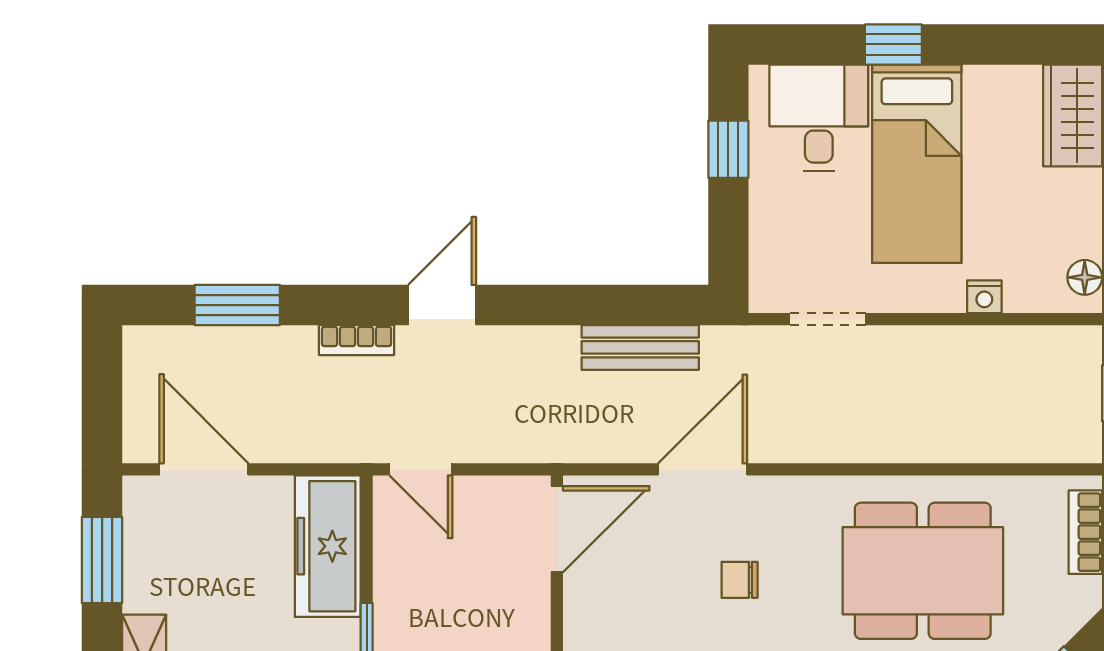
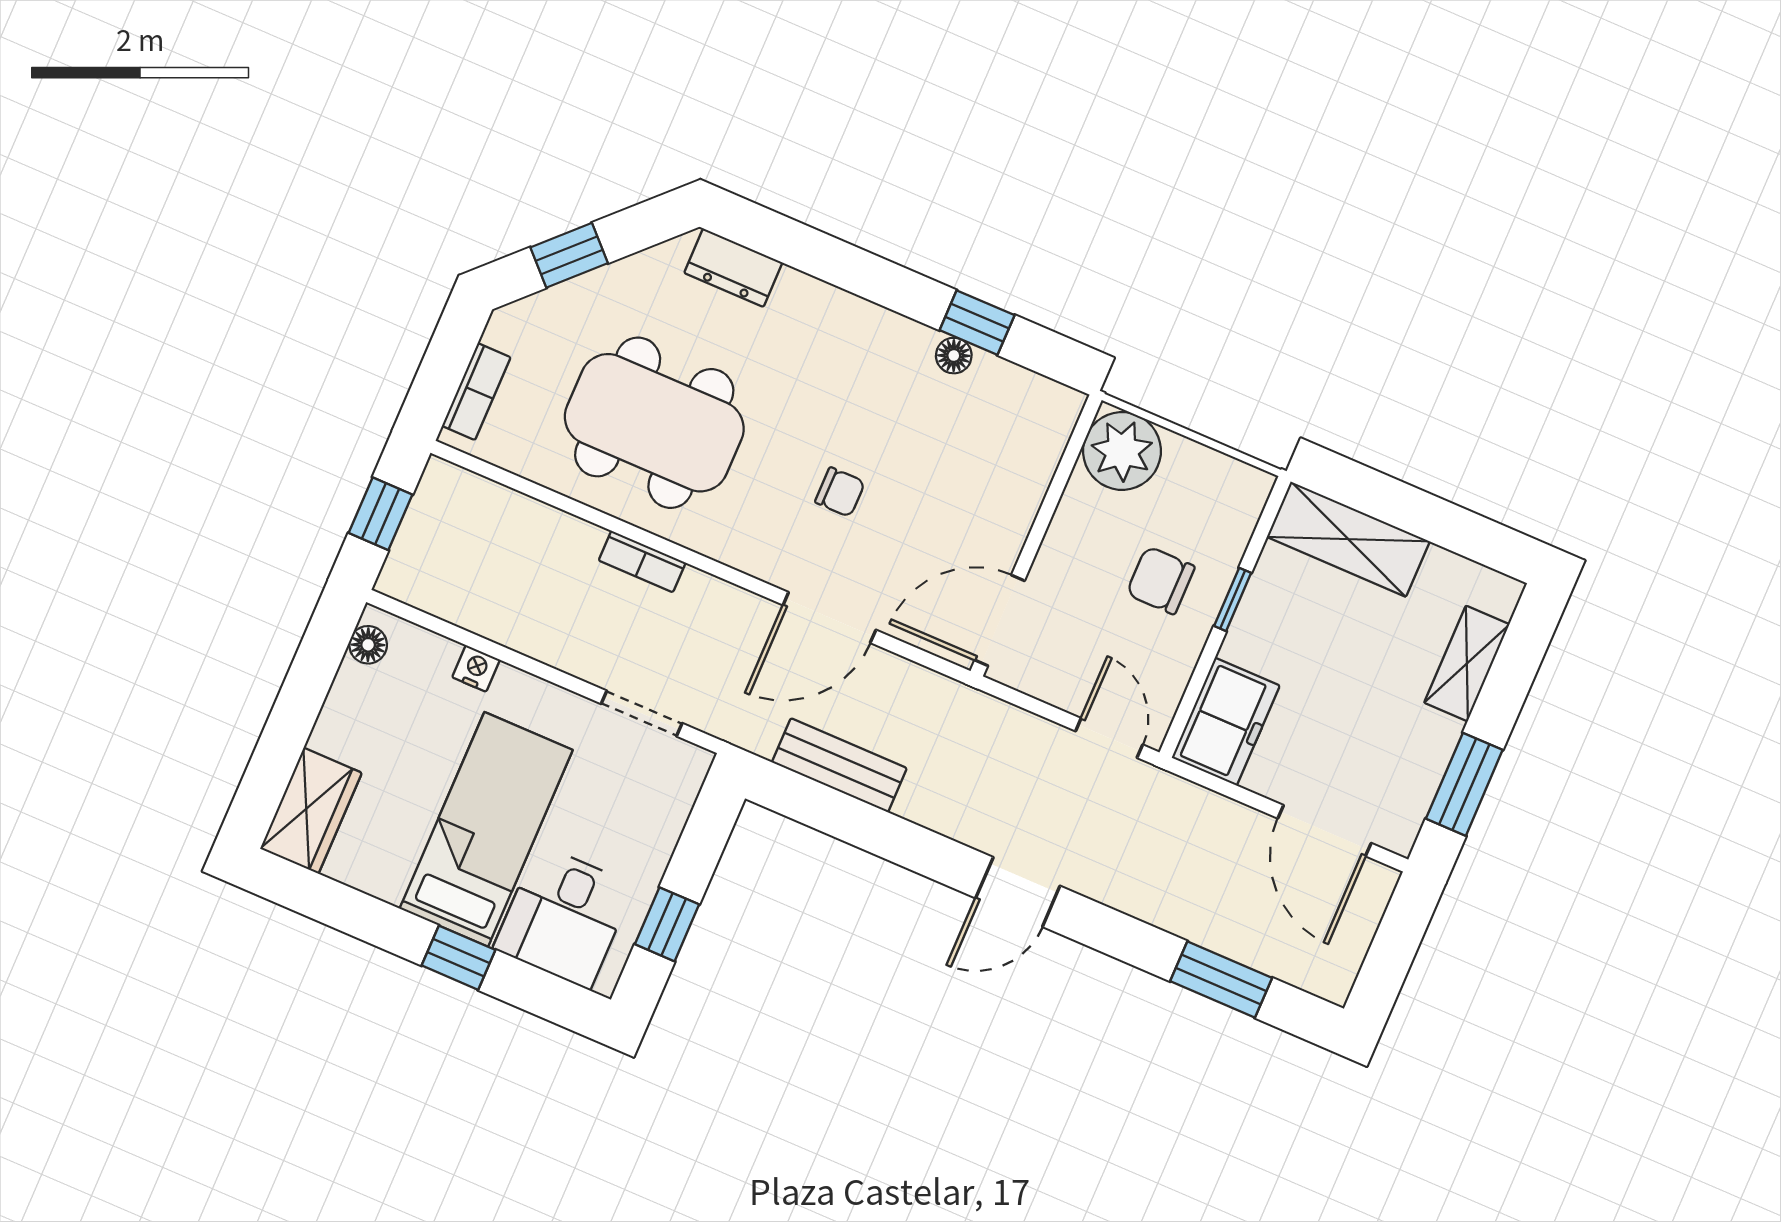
bookcase: (357, 340) -> (642, 562), moved, turned 180
freezer: (328, 546) -> (1226, 722), width x0.71
chair: (435, 622) -> (1161, 580), added

